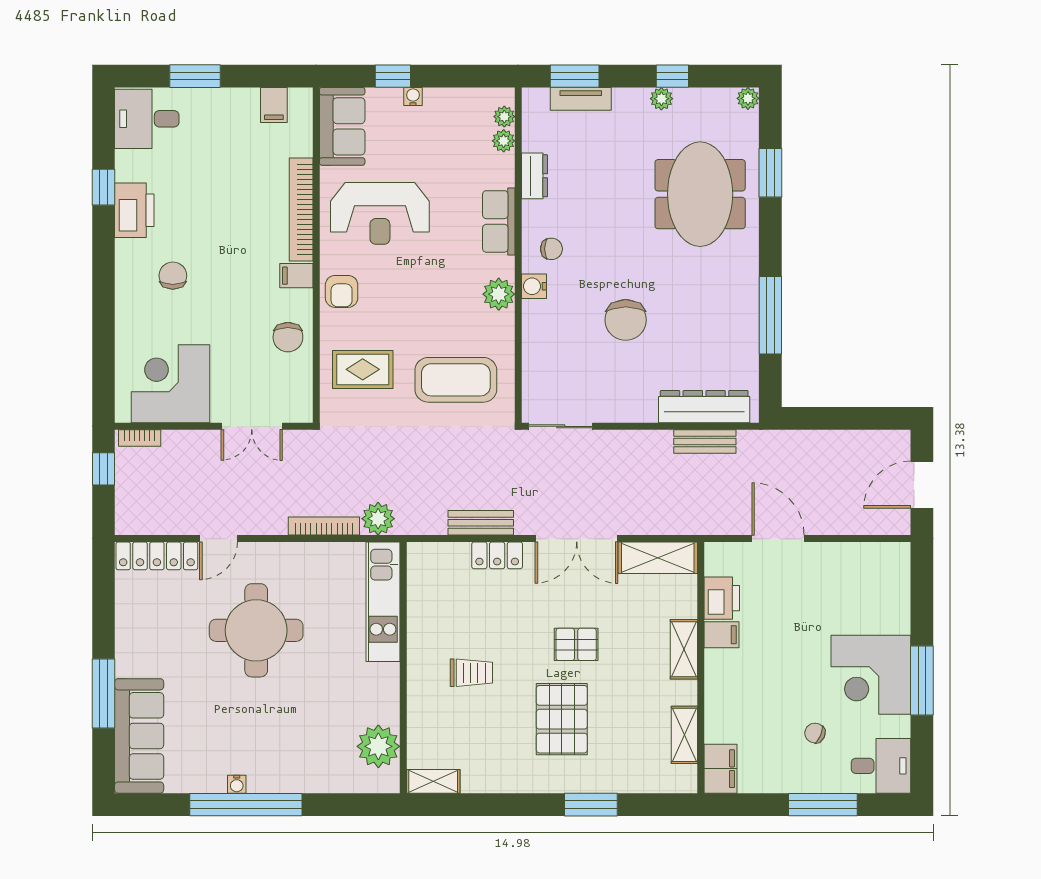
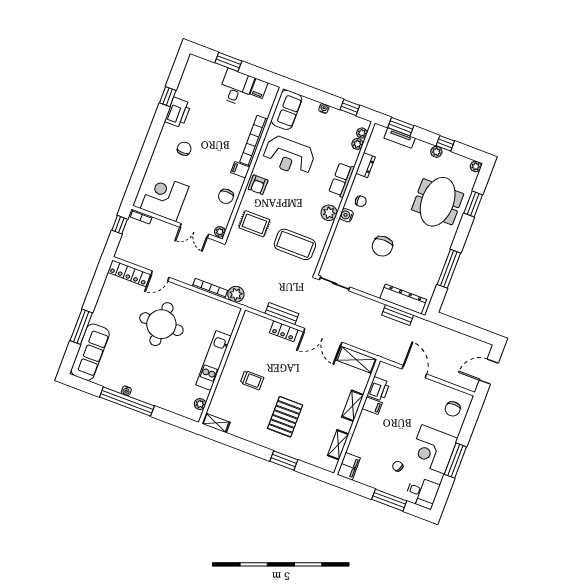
window: (393, 76) -> (350, 108), moved
desk: (147, 119) -> (236, 87), moved, turned 90
plant: (302, 410) -> (220, 232), added
chair: (879, 583) -> (453, 409), added
kitchen unit: (383, 602) -> (214, 360), moved
pallet: (576, 644) -> (304, 385), removed
plant: (378, 746) -> (200, 404), width x0.53, depth x0.53

